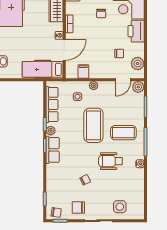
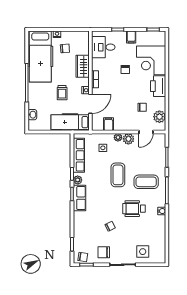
trolley: (34, 38) -> (62, 93), added
plant: (138, 87) -> (128, 139), moved
coffee table: (93, 125) -> (118, 175), width x0.73, depth x0.76

